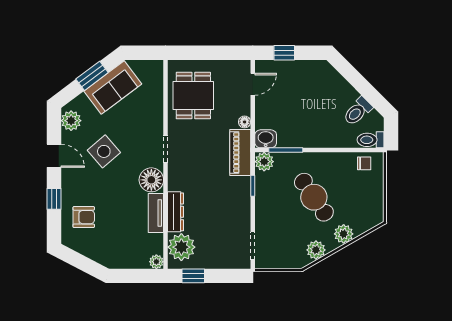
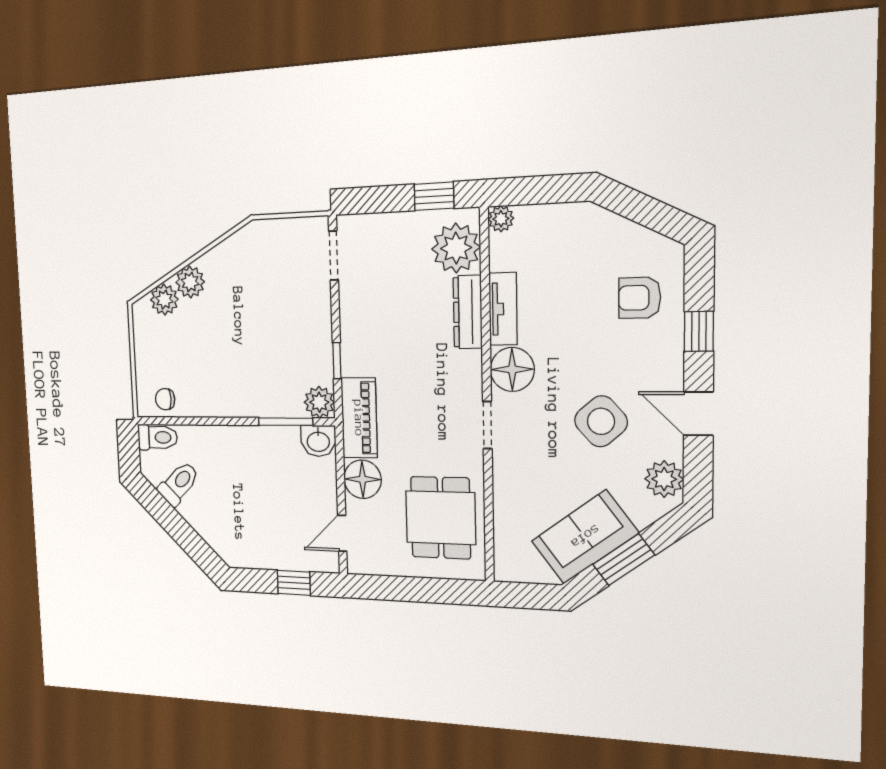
floor lamp: (245, 122) -> (363, 479), width x1.89, depth x1.89
cafe table: (314, 197) -> (238, 343), removed
plant: (316, 250) -> (164, 300), moved

